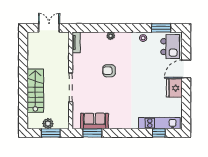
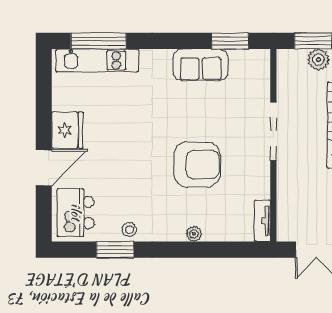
window: (161, 28) -> (115, 250), moved
armchair: (109, 71) -> (197, 165), width x1.88, depth x1.88
sofa: (94, 121) -> (201, 65), moved
window: (159, 133) -> (98, 41), width x2.17

